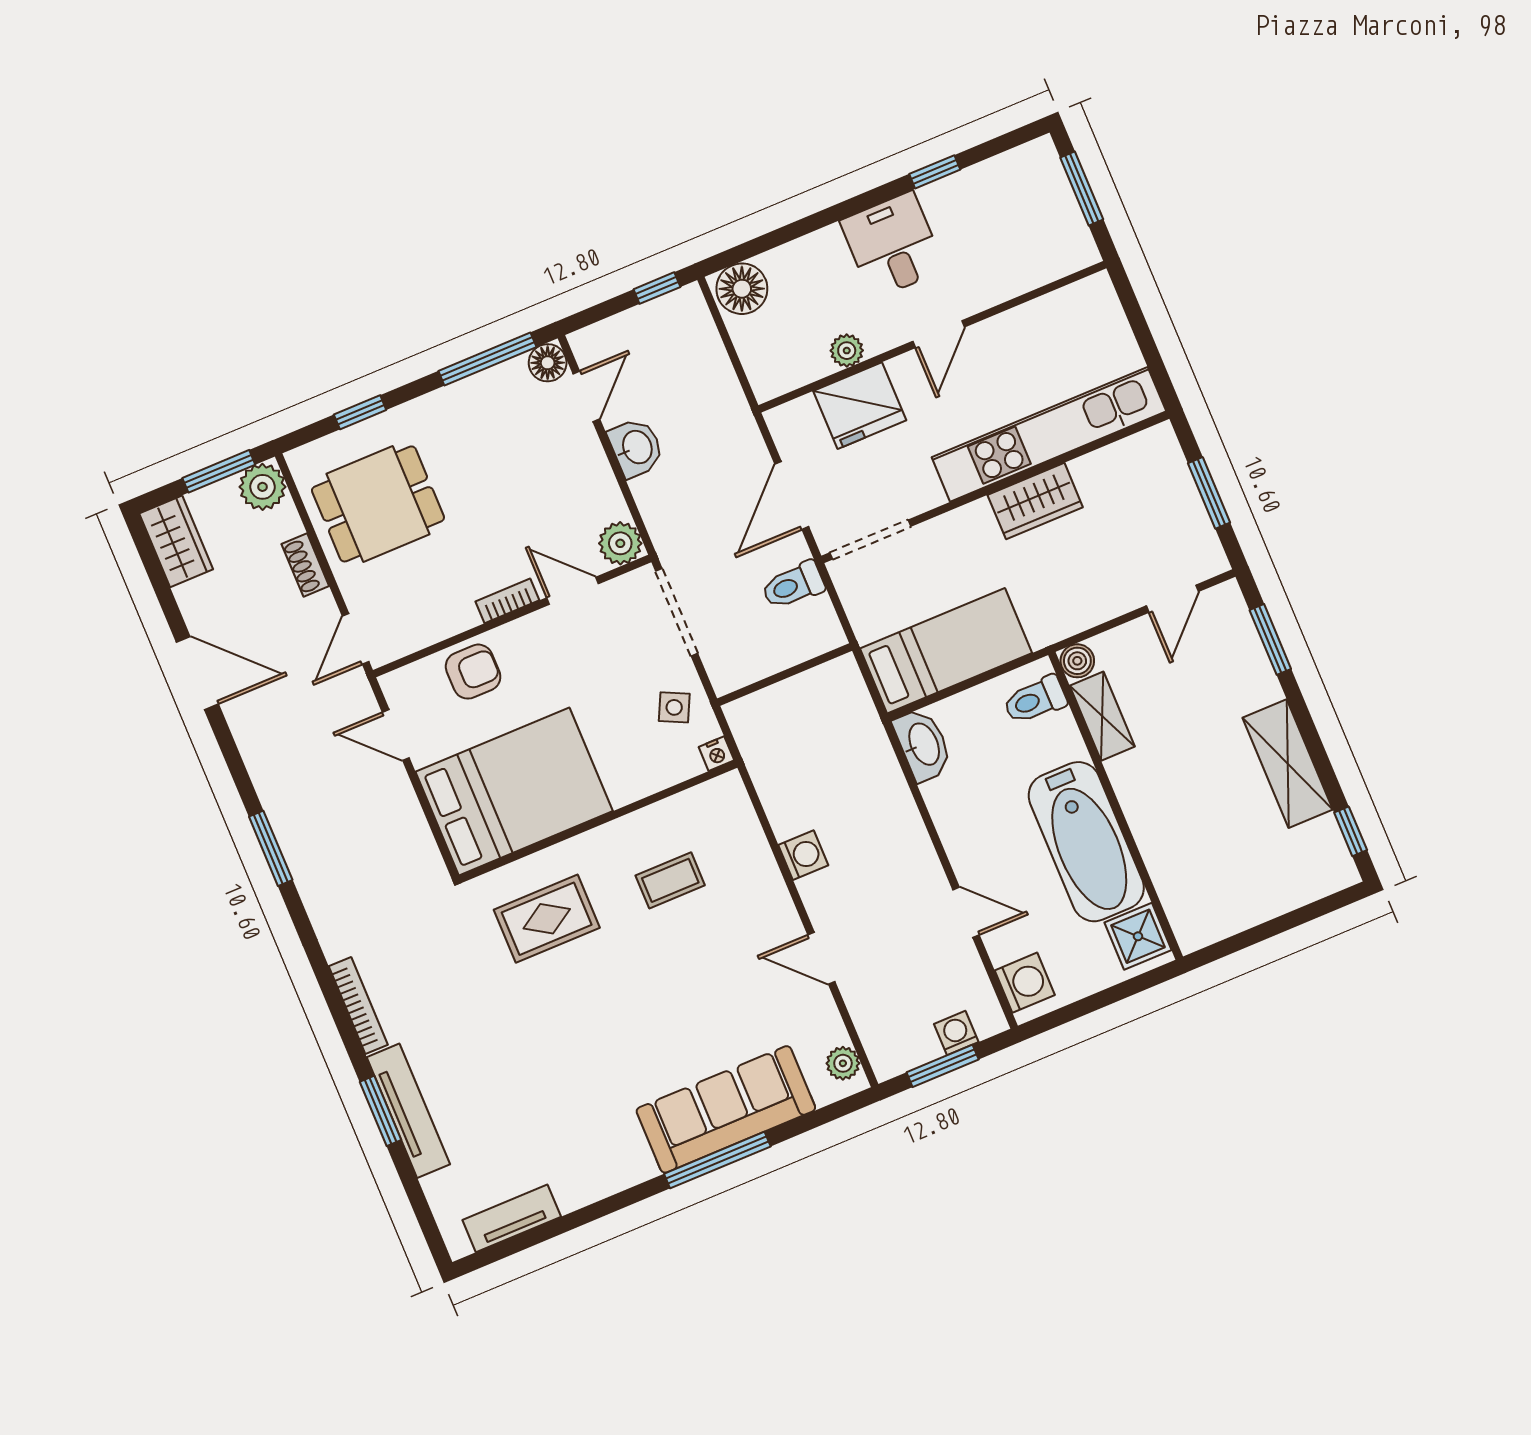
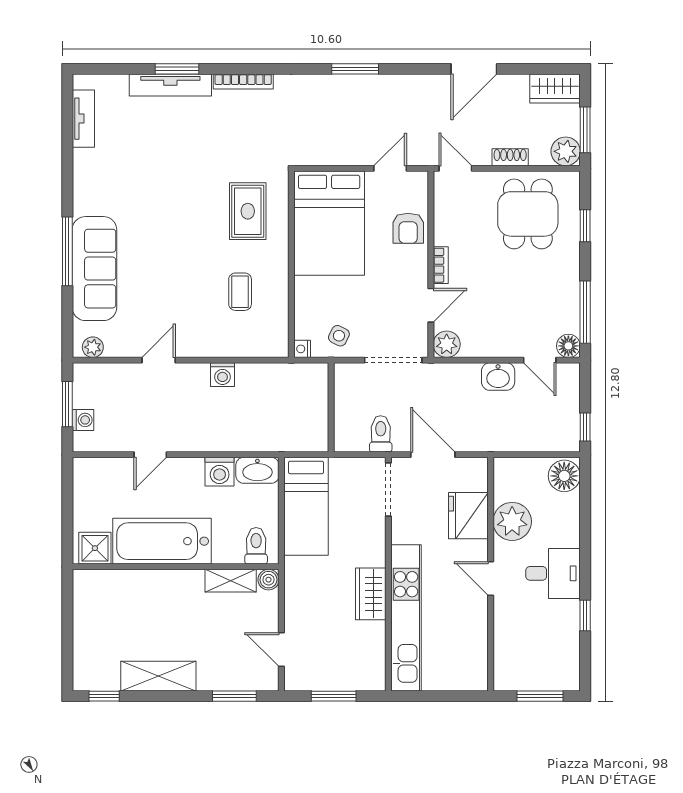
plant: (847, 351) -> (512, 521), width x1.87, depth x1.87
washing machine: (1025, 983) -> (220, 472), moved

